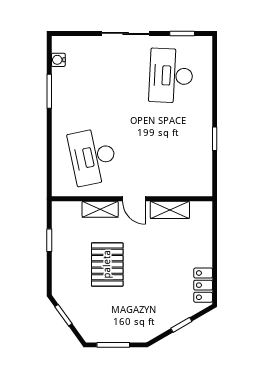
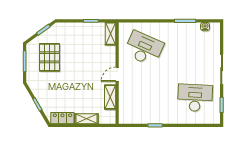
desk: (93, 157) -> (144, 48), turned 36
shelving: (100, 209) -> (110, 34), moved
shelving: (204, 247) -> (86, 119), added
pallet: (107, 264) -> (50, 57), moved, turned 90

